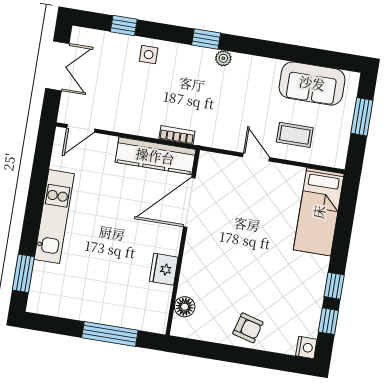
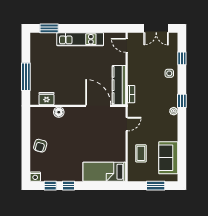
door: (256, 157) -> (127, 124), moved
fridge: (164, 269) -> (46, 99), moved
floor lamp: (185, 307) -> (59, 112), moved

